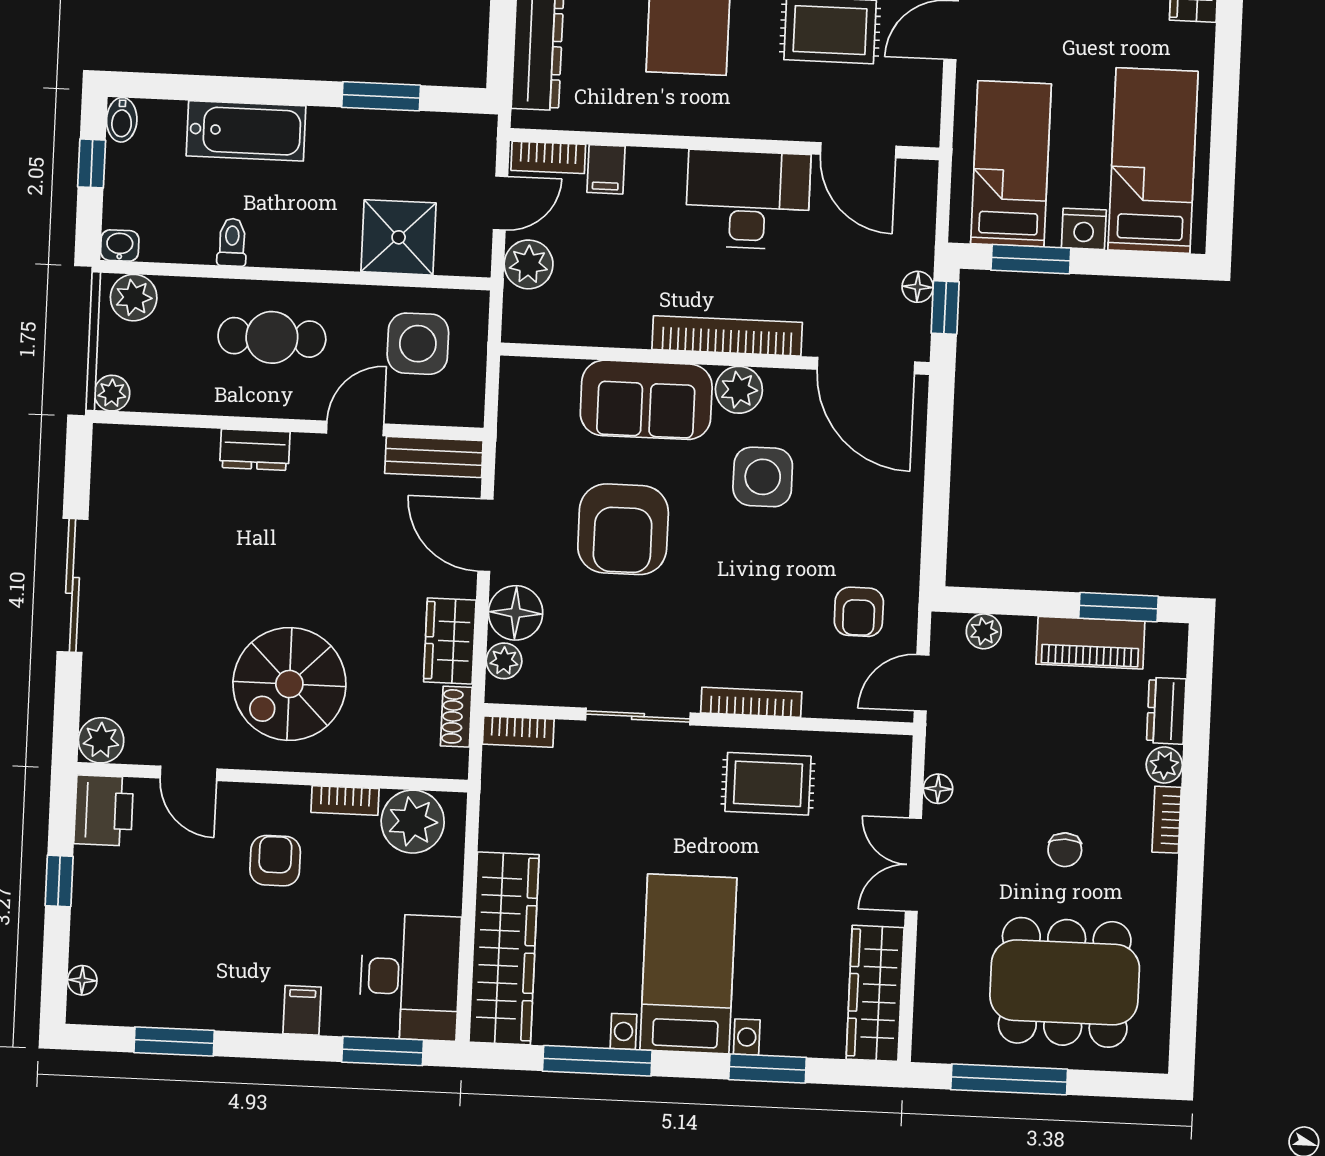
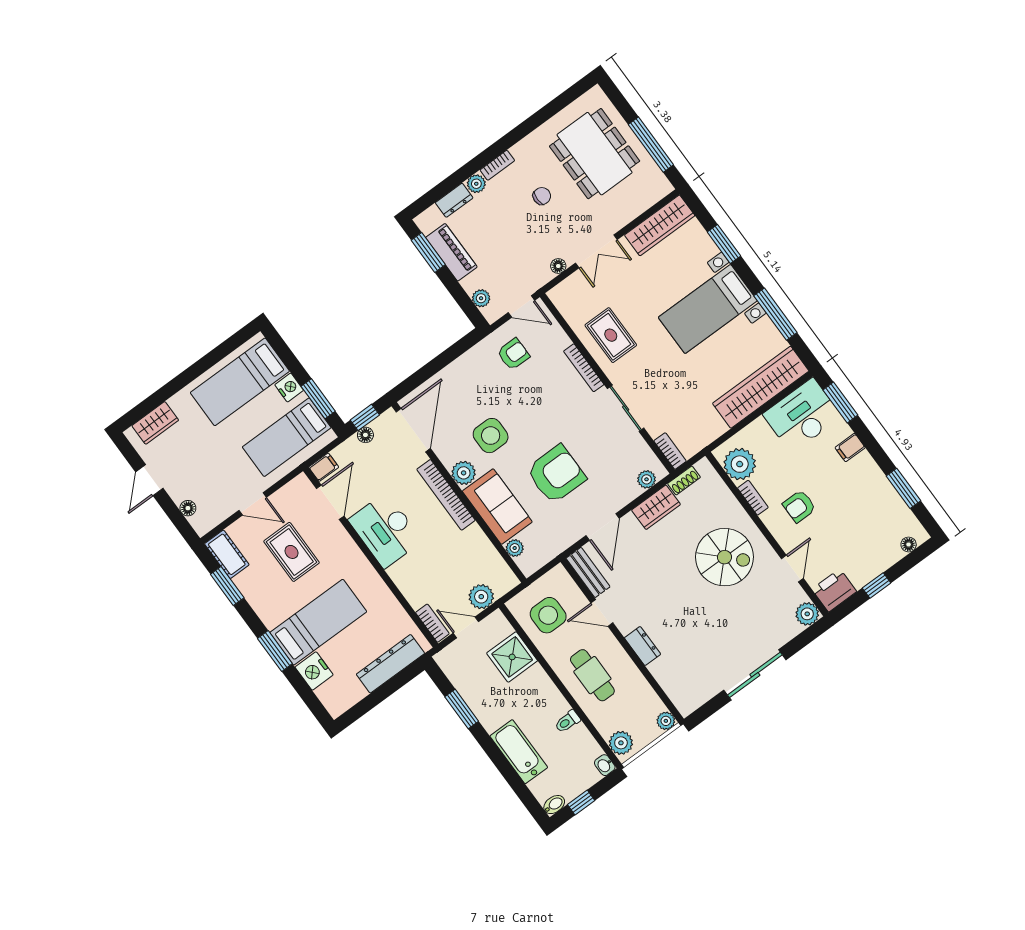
filing cabinet: (606, 169) -> (324, 467), moved
plant: (562, 375) -> (515, 548), added
floor lamp: (516, 613) -> (624, 490), removed

